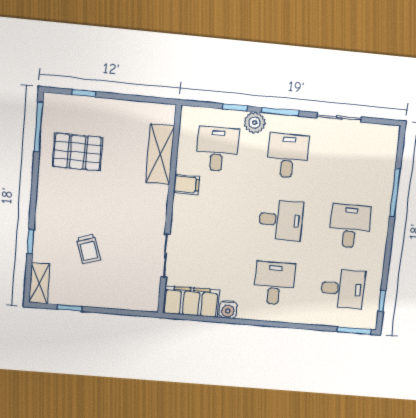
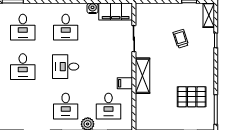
shelving: (160, 154) -> (142, 76), moved
desk: (343, 289) -> (23, 27), turned -90

